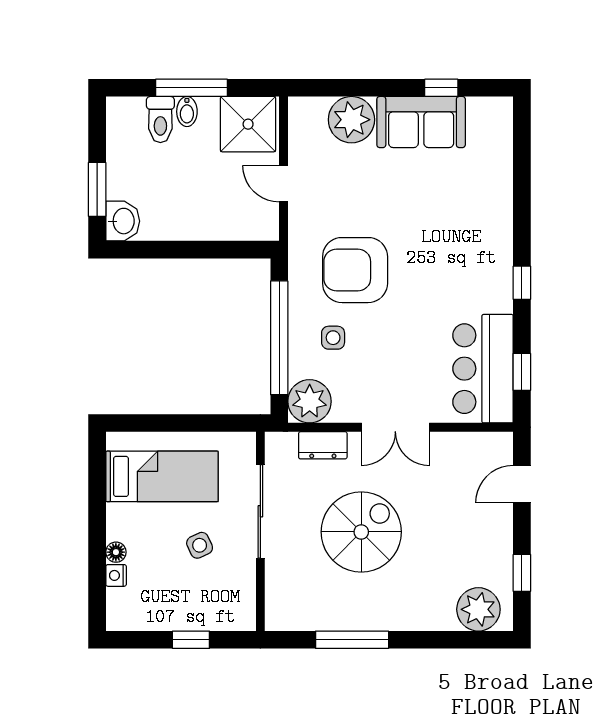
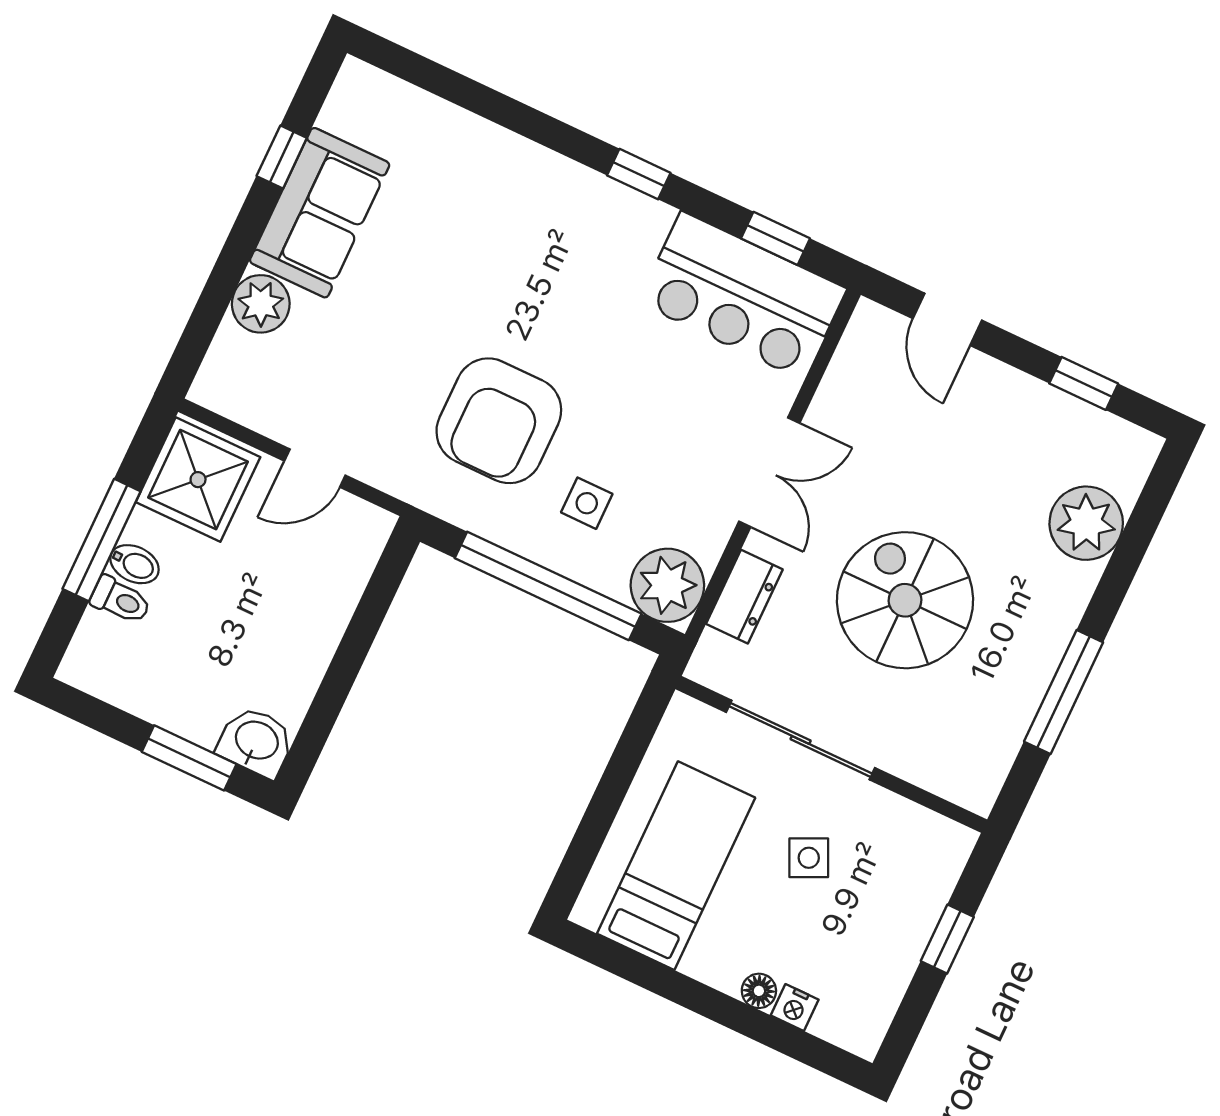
toilet: (160, 119) -> (121, 600), width x0.73, depth x0.72
plant: (351, 120) -> (261, 304), width x0.73, depth x0.73
plant: (478, 609) -> (1086, 523), moved

